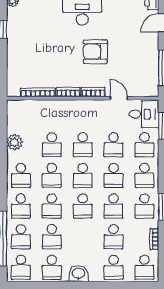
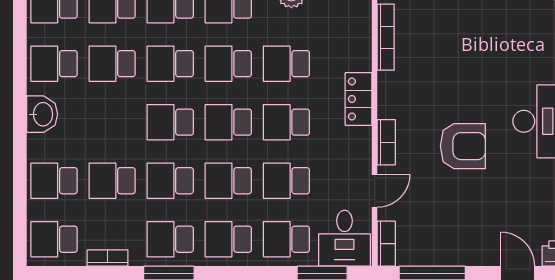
armchair: (95, 52) -> (463, 146), turned 90
bookcase: (68, 92) -> (386, 244), moved
locker: (70, 107) -> (359, 99), added

